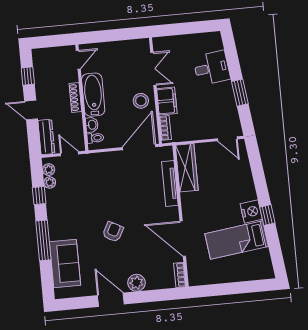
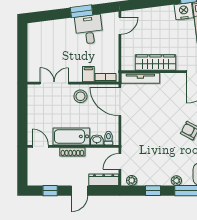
desk: (212, 68) -> (89, 29), moved
filing cabinet: (167, 101) -> (88, 74), width x0.50
wardrobe: (187, 168) -> (156, 63), moved
plant: (50, 183) -> (176, 181), moved
tv unit: (170, 183) -> (140, 78), moved

